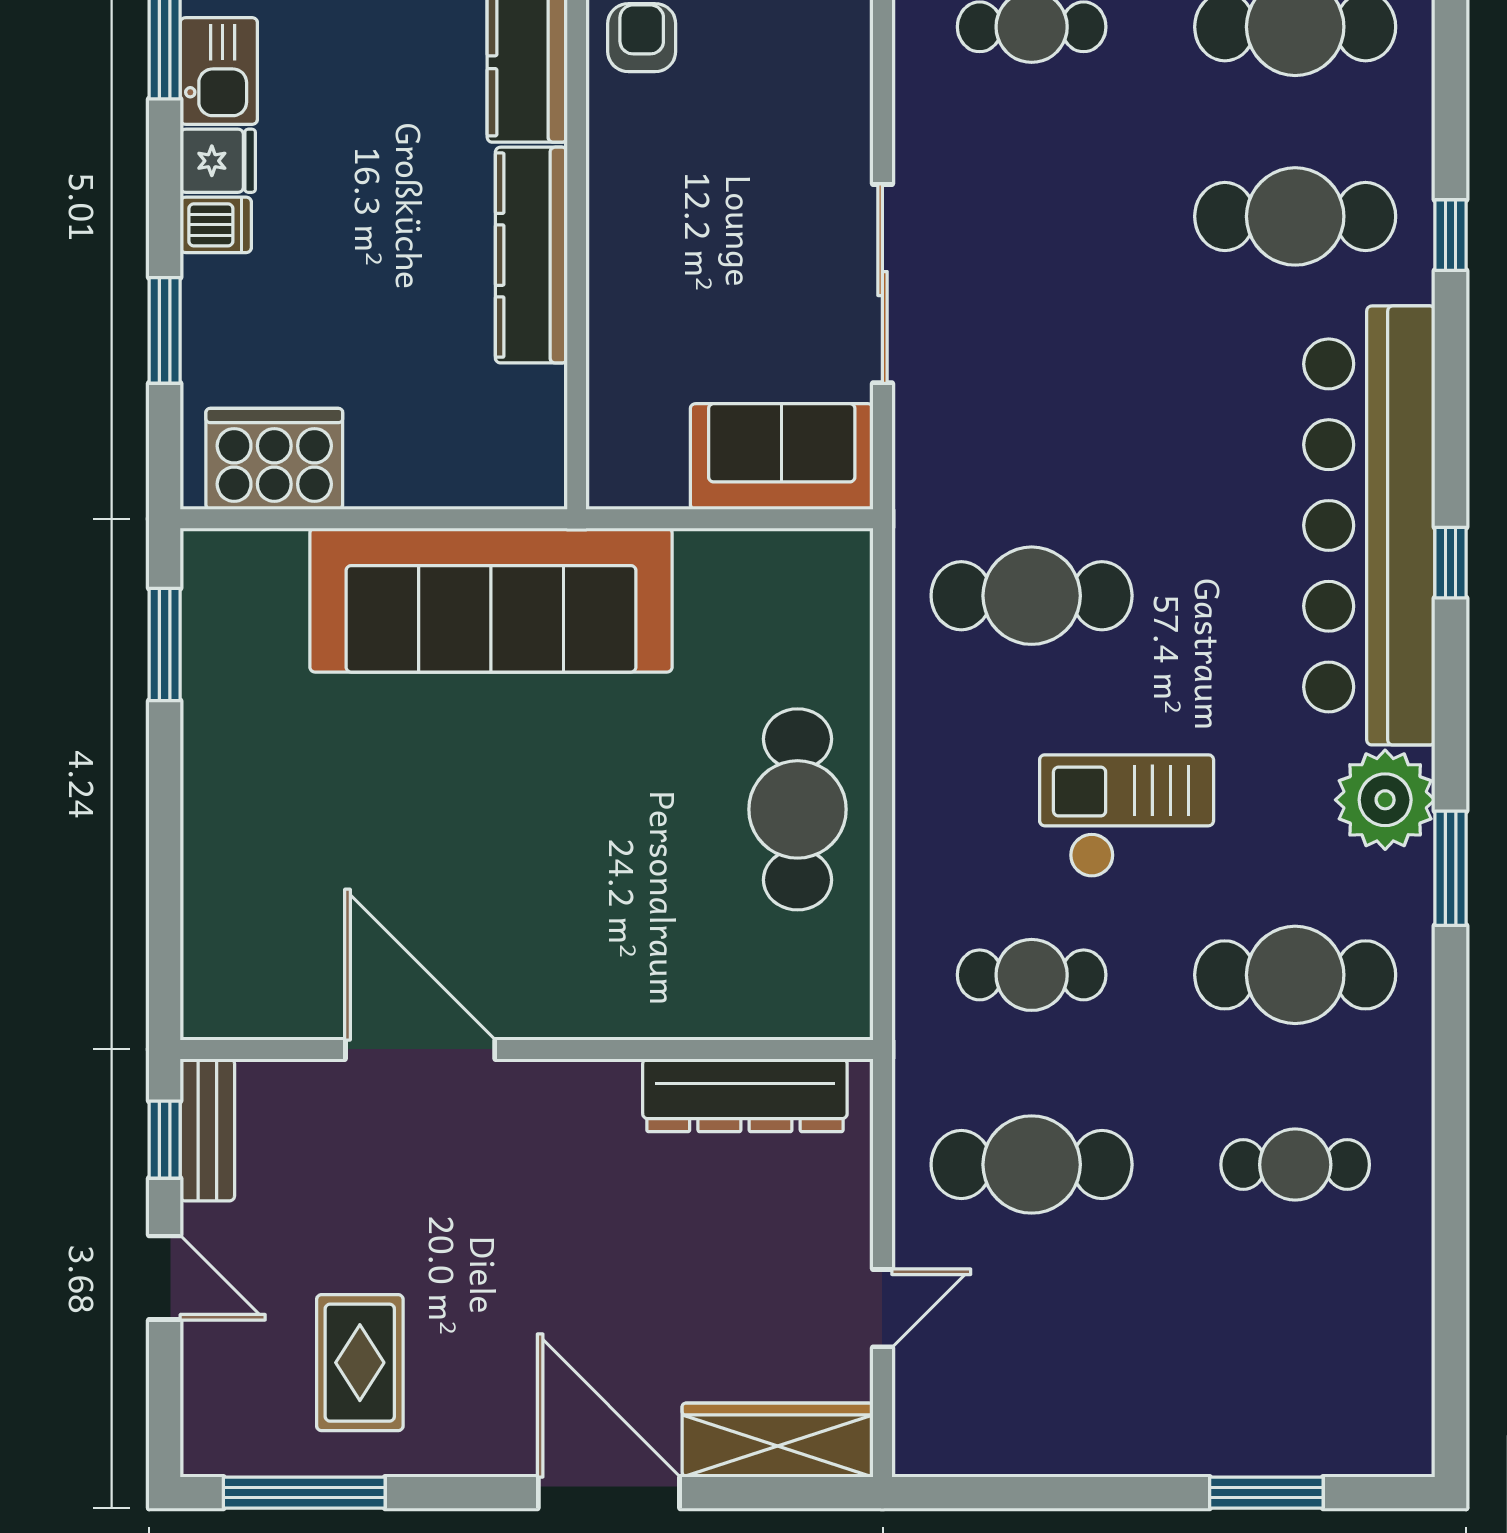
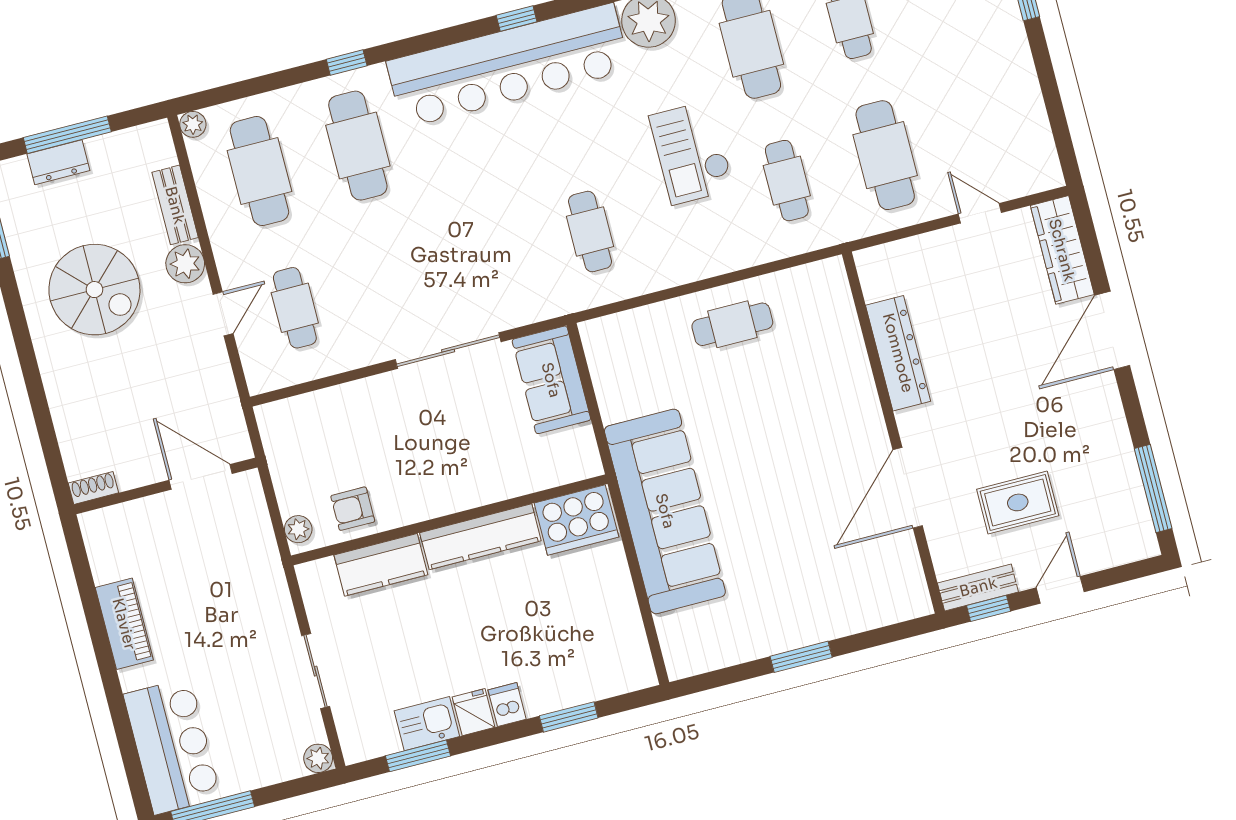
cooker: (274, 459) -> (576, 520), moved, turned -90
cafe table: (1032, 596) -> (590, 231), width x0.73, depth x0.74
window: (165, 645) -> (801, 657), moved
cafe table: (798, 809) -> (732, 324), width x0.73, depth x0.74
dresser: (745, 1095) -> (898, 353), moved
rug: (360, 1363) -> (1018, 502), moved

